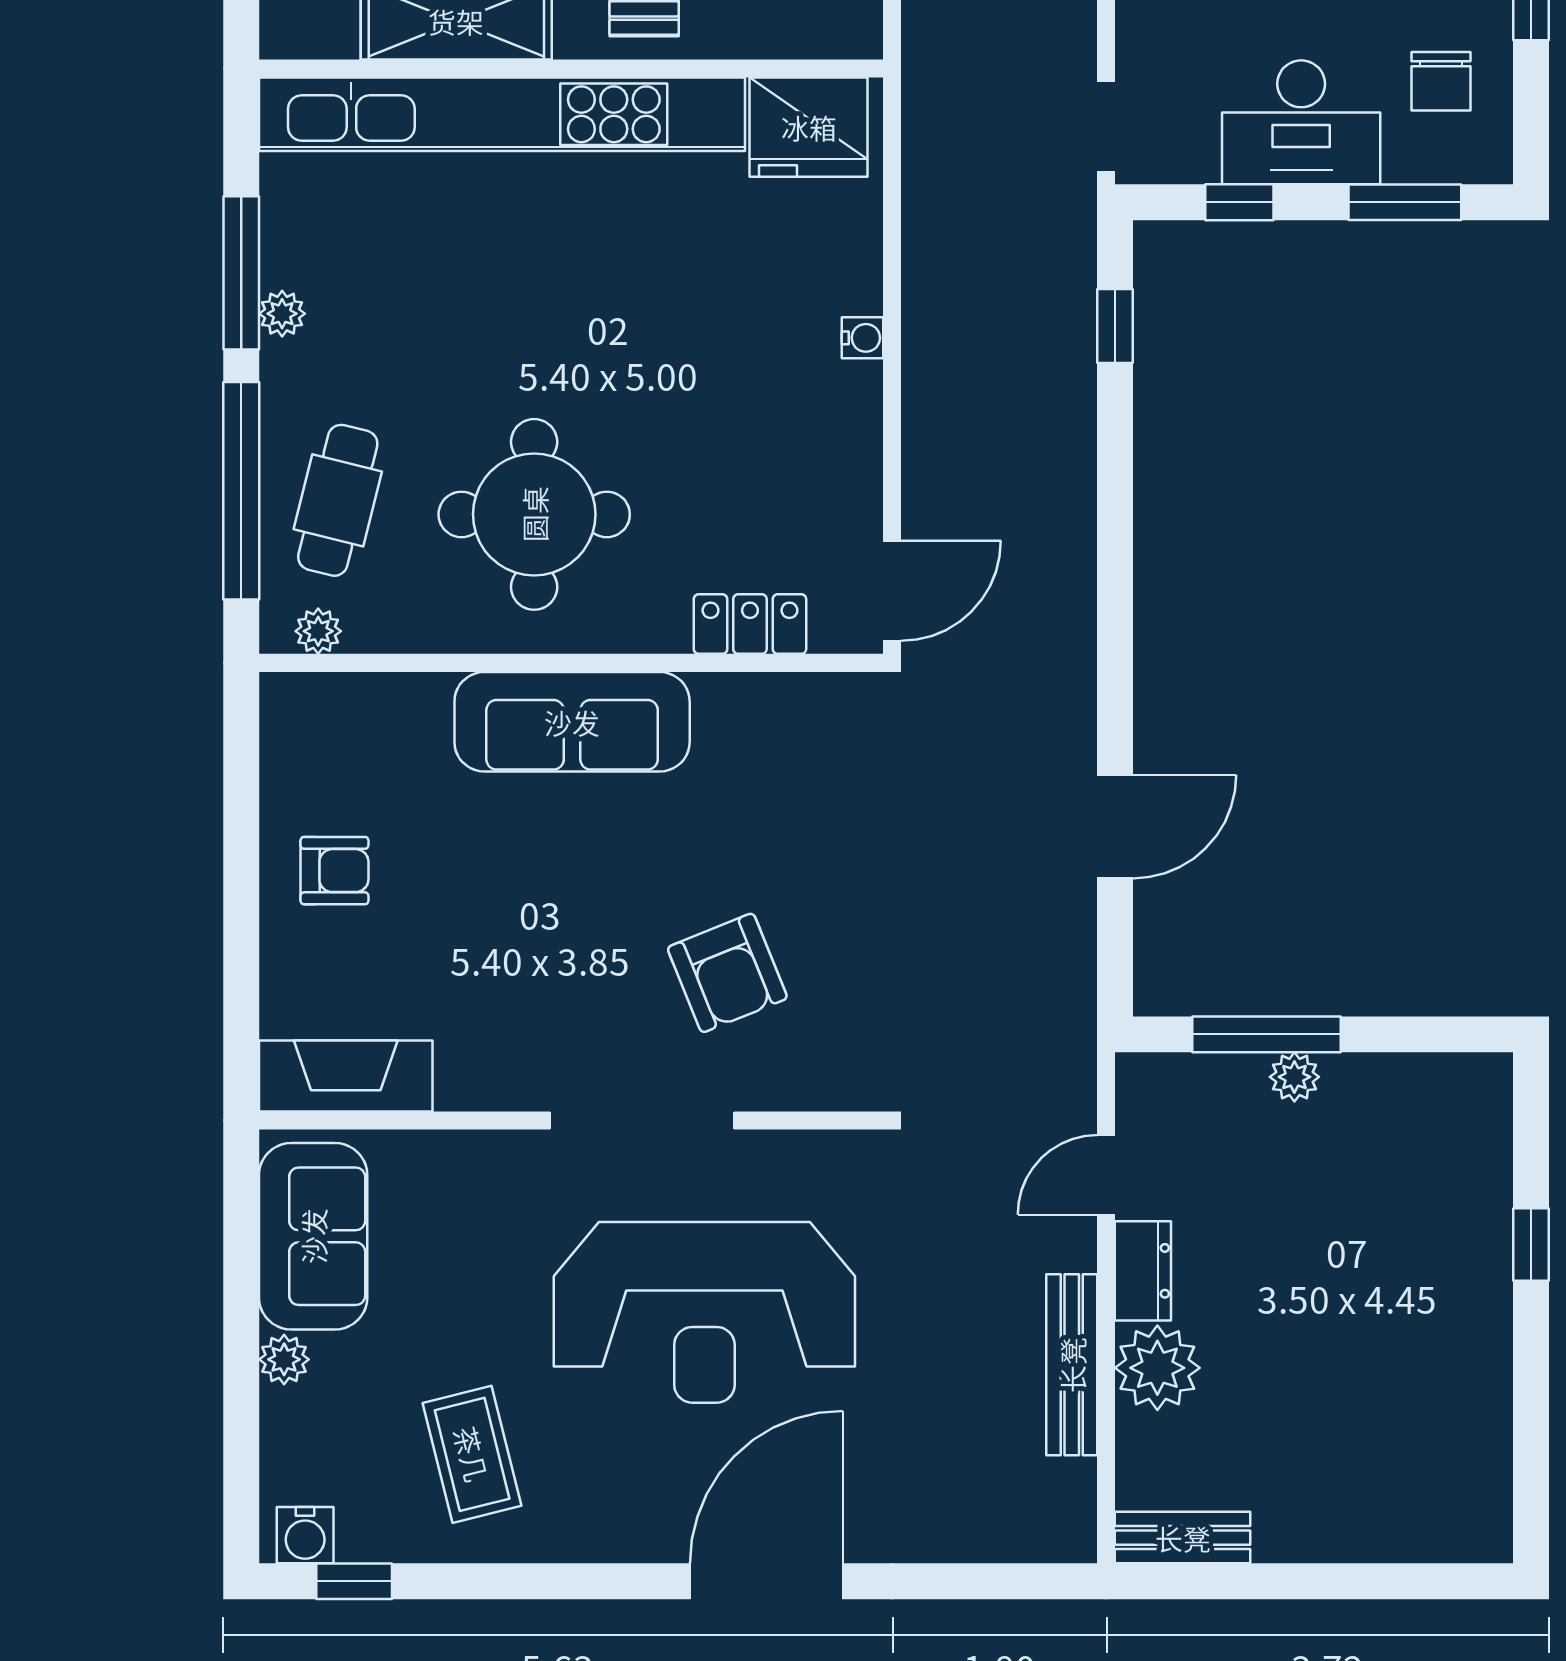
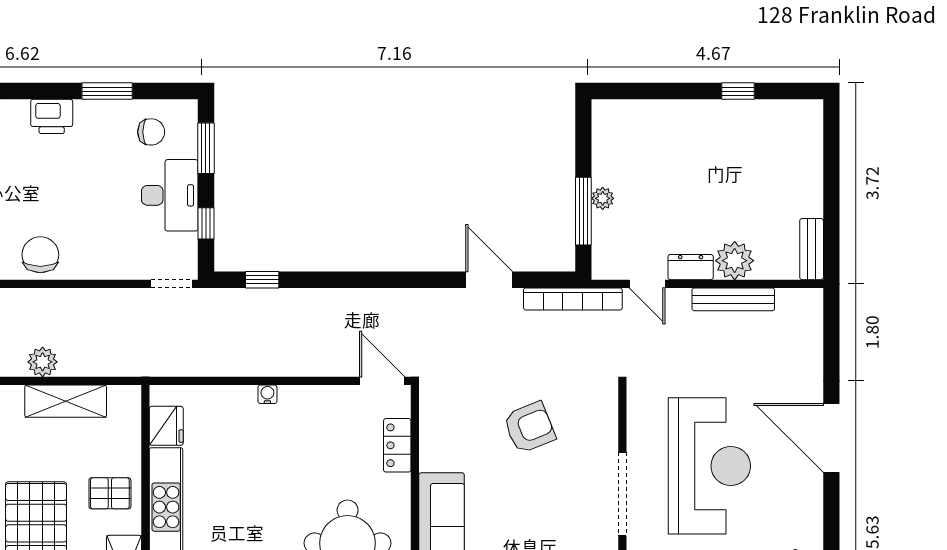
fridge: (809, 127) -> (166, 426), width x0.73, depth x0.75
armchair: (727, 973) -> (529, 427), moved
bookcase: (1072, 1011) -> (573, 299), added
window: (1531, 1245) -> (738, 91), moved

